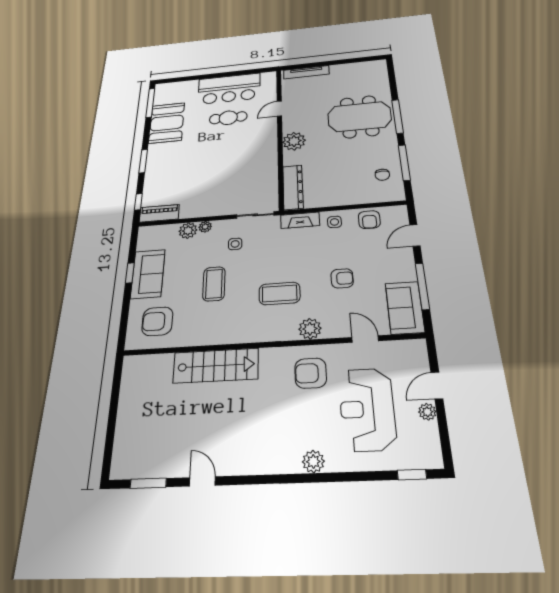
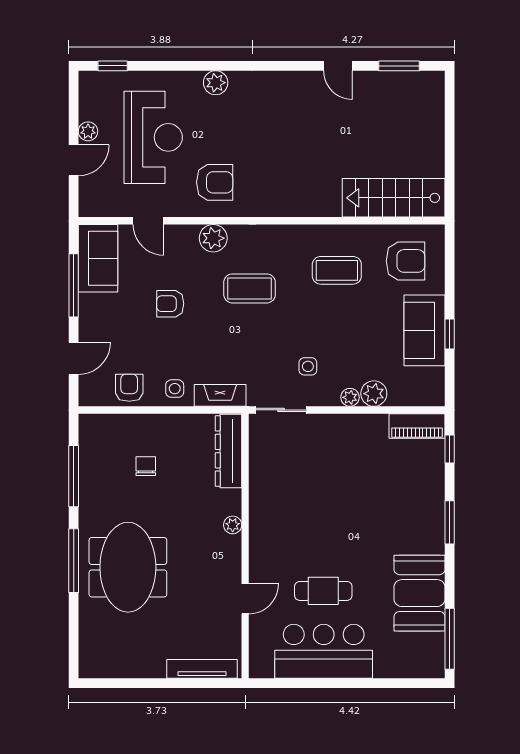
meeting table: (359, 117) -> (128, 567), turned 90
plant: (294, 141) -> (233, 525), width x0.53, depth x0.53
chair: (382, 175) -> (146, 466), moved
coffee table: (214, 284) -> (337, 270), moved, turned 90
stairs: (216, 366) -> (394, 198), moved

